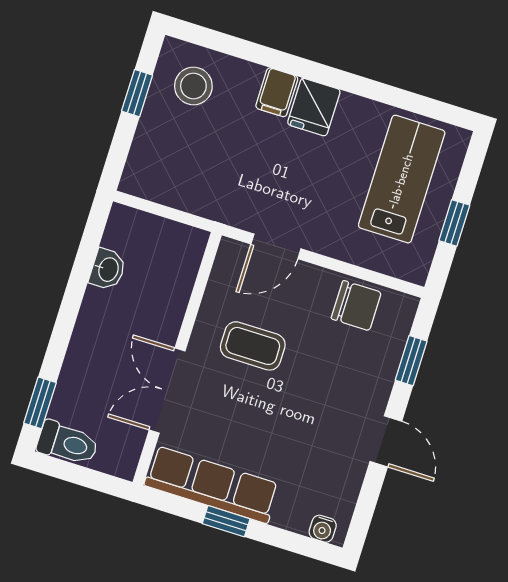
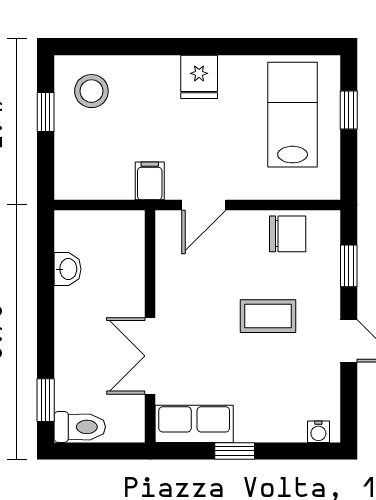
filing cabinet: (277, 92) -> (150, 181), moved, turned 180
window: (454, 223) -> (349, 110), moved
coffee table: (253, 346) -> (268, 316), moved
row of seats: (212, 485) -> (194, 424), width x0.68

